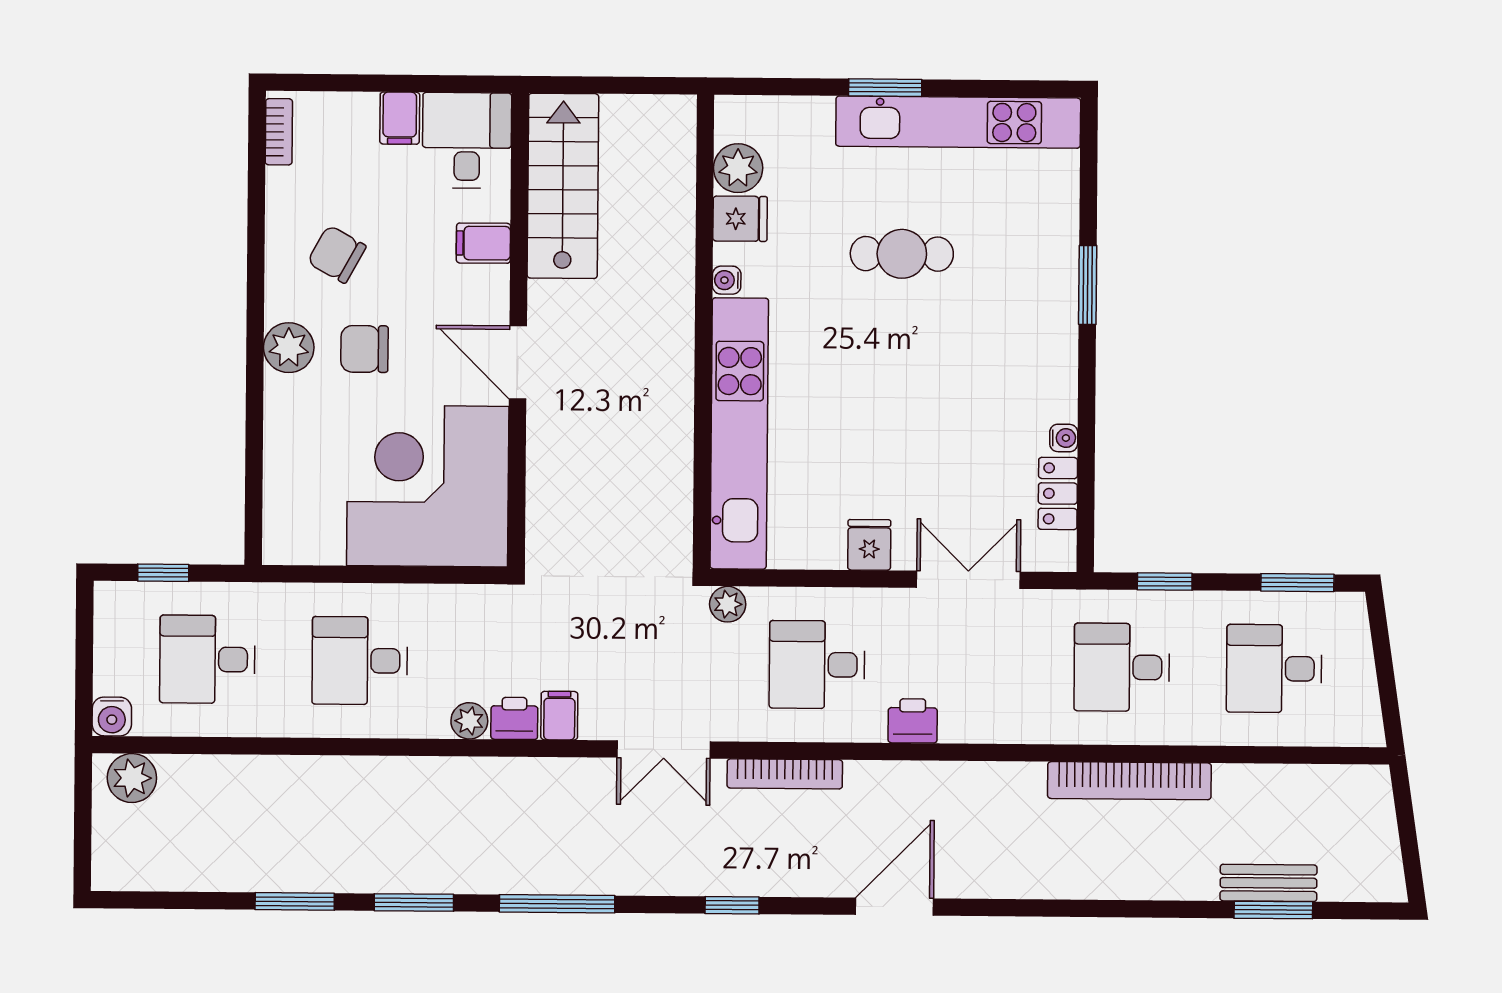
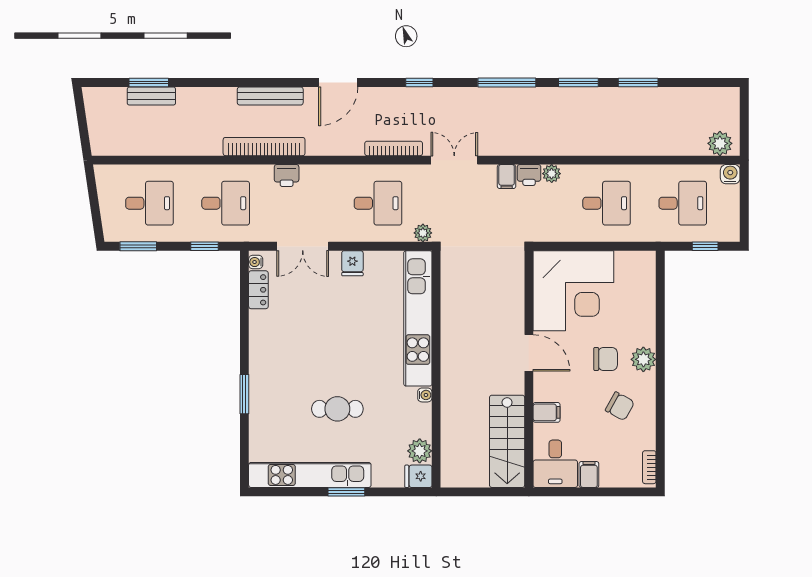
fridge: (740, 219) -> (418, 476), moved
water cooler: (1064, 438) -> (256, 262), moved
printer: (913, 721) -> (287, 175), moved
bookcase: (1129, 781) -> (264, 147), moved
bench: (1031, 881) -> (270, 96), added

